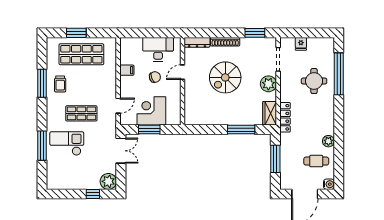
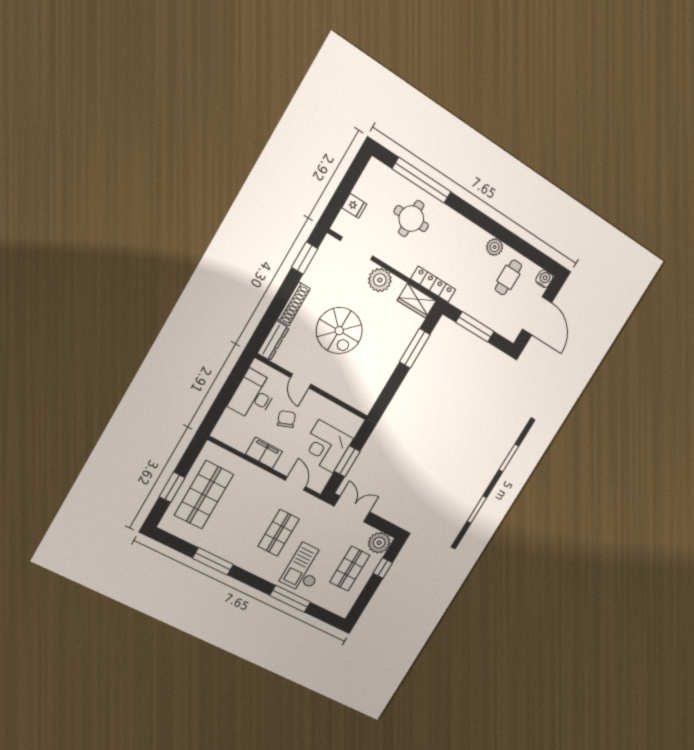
filing cabinet: (127, 70) -> (264, 453), width x2.00
trolley: (60, 84) -> (227, 540), removed
shop shelf: (81, 173) -> (350, 569), added

